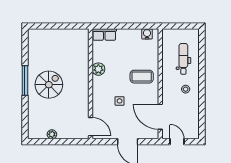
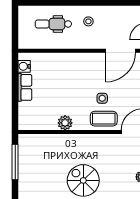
window: (65, 26) -> (15, 162), added
row of seats: (104, 35) -> (25, 87), moved
coffee table: (142, 77) -> (104, 119), moved, turned 90

